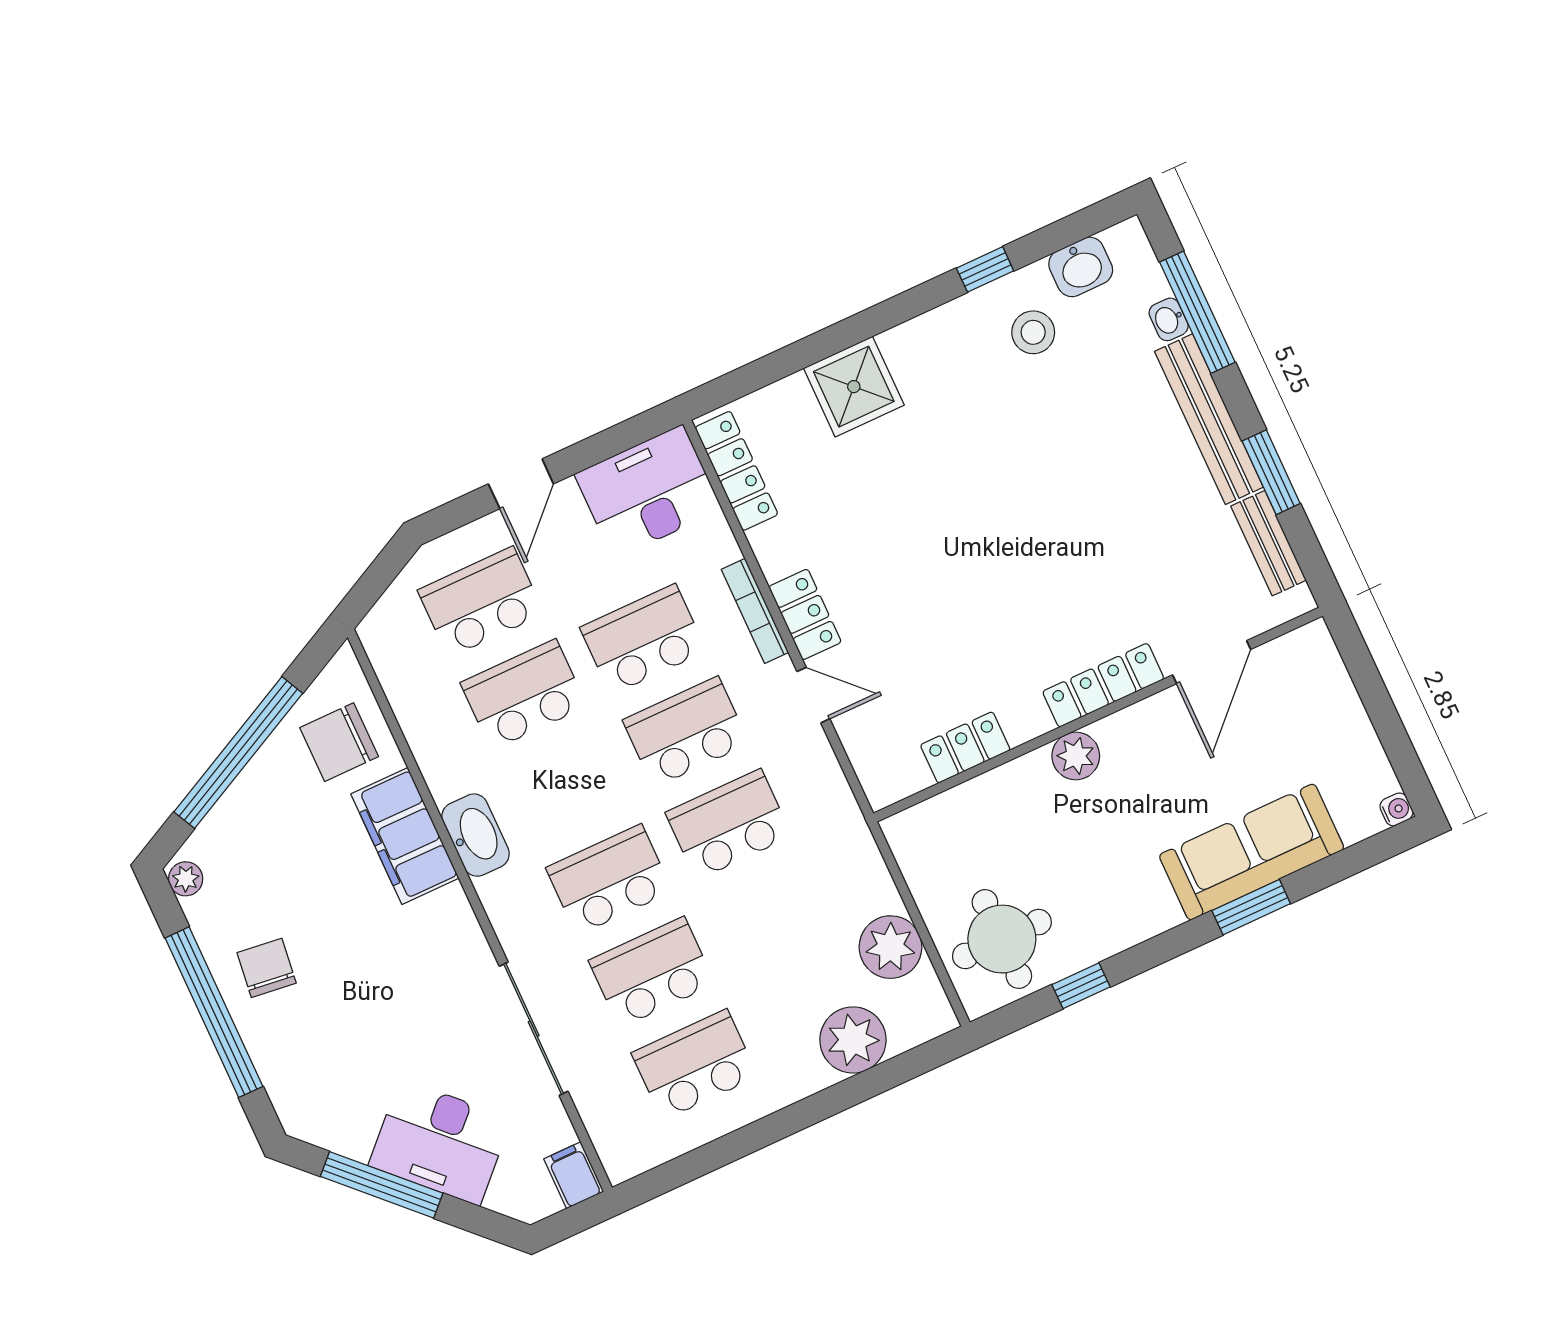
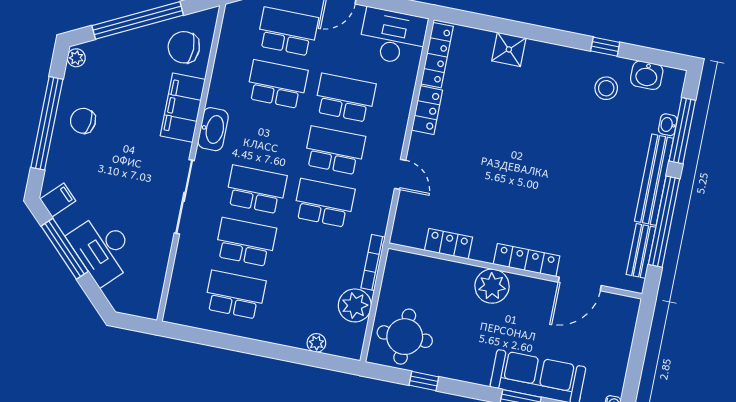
shower: (854, 387) -> (509, 49), width x0.73, depth x0.73
window: (1271, 472) -> (664, 222), width x2.11
bookcase: (755, 611) -> (373, 262), moved
locker: (805, 614) -> (427, 110), moved
plant: (1076, 756) -> (492, 286), width x1.36, depth x1.36
chair: (267, 968) -> (83, 121), turned -91
sliding door: (534, 1029) -> (184, 197), moved
plant: (853, 1040) -> (316, 343), width x0.53, depth x0.53
filing cabinet: (574, 1175) -> (58, 200), moved, turned 45

